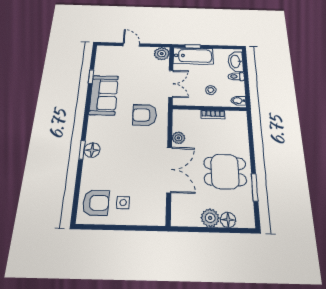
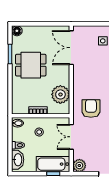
armchair: (145, 115) -> (91, 108), turned -90
plant: (178, 138) -> (60, 94), width x1.88, depth x1.88
double door: (169, 169) -> (71, 48), moved
plant: (210, 218) -> (42, 32), removed
floor lamp: (228, 220) -> (17, 31), moved

